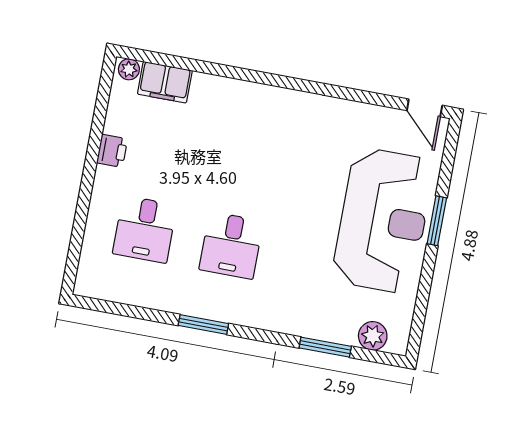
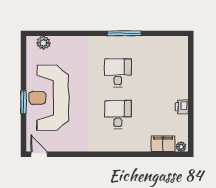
desk: (145, 229) -> (118, 115), moved
window: (203, 325) -> (124, 33), width x1.44
window: (325, 347) -> (65, 33), removed

